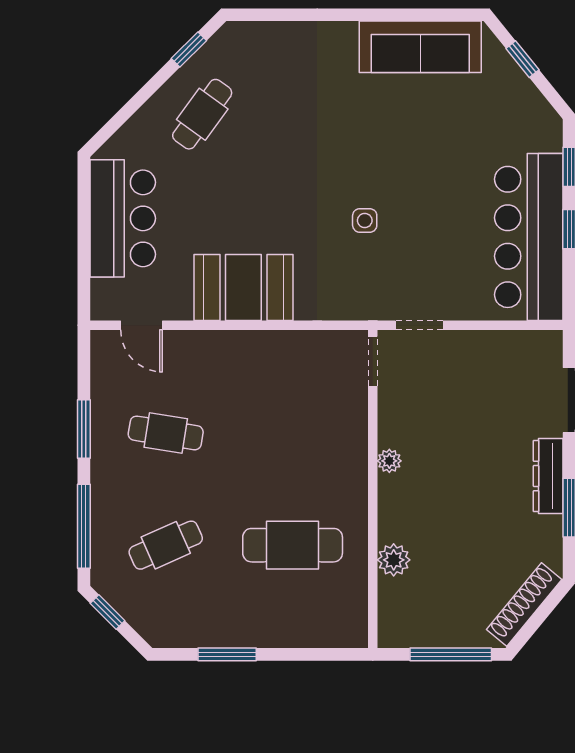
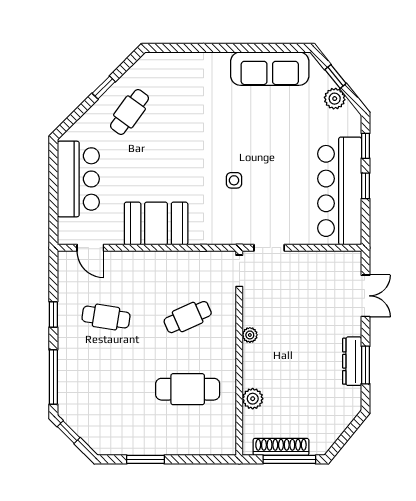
window: (189, 49) -> (104, 87), moved
plant: (521, 93) -> (335, 99), added
window: (84, 429) -> (53, 314), width x0.67
dresser: (548, 476) -> (352, 361), moved
cafe table: (166, 545) -> (188, 317), moved
shoe rack: (524, 604) -> (281, 447), moved, turned 51

